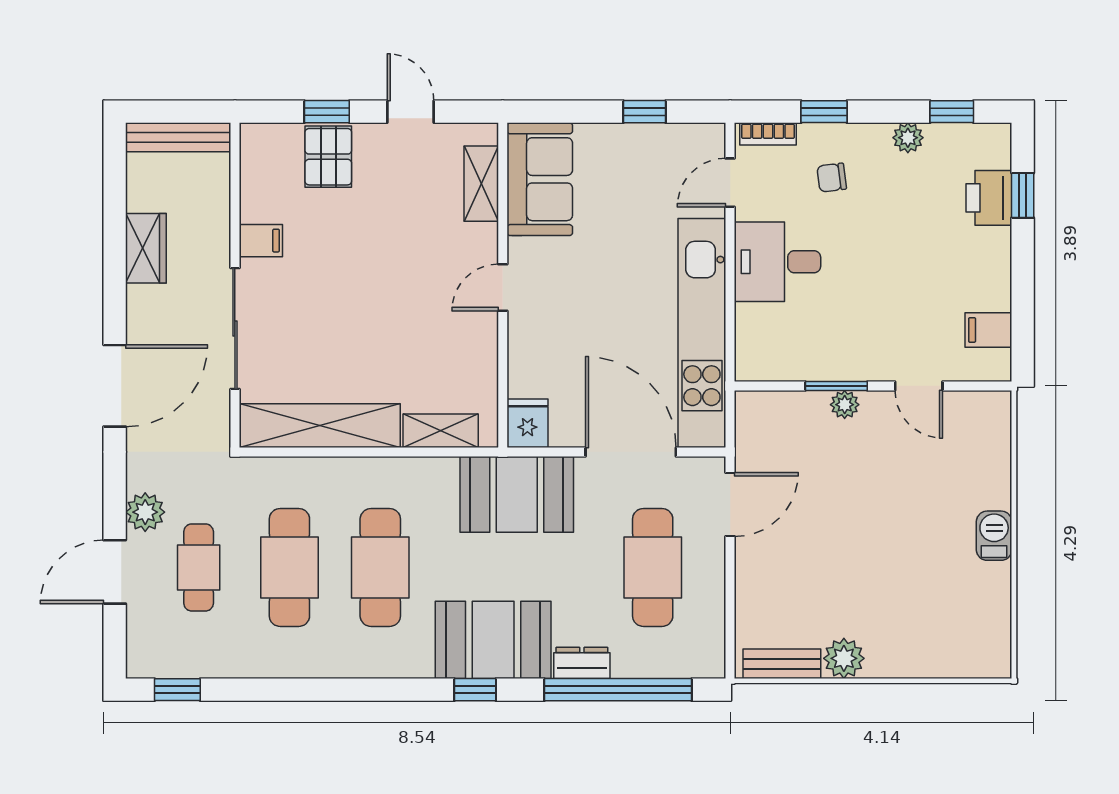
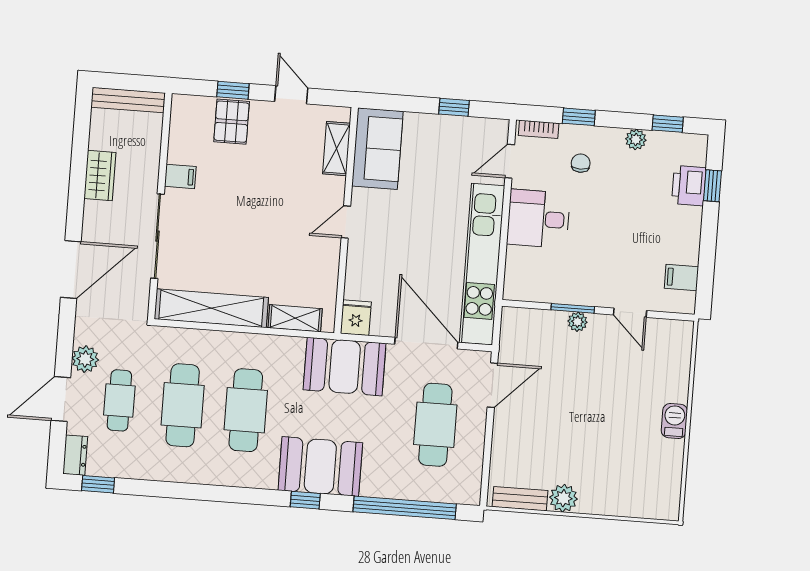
chair: (832, 178) -> (581, 163), turned 97
dresser: (582, 663) -> (75, 455), moved, turned 90

